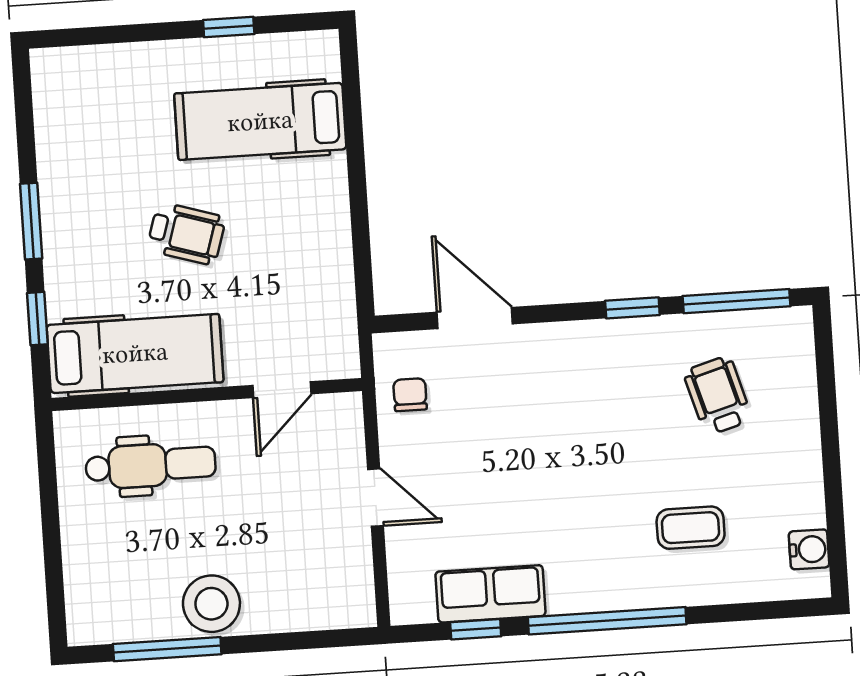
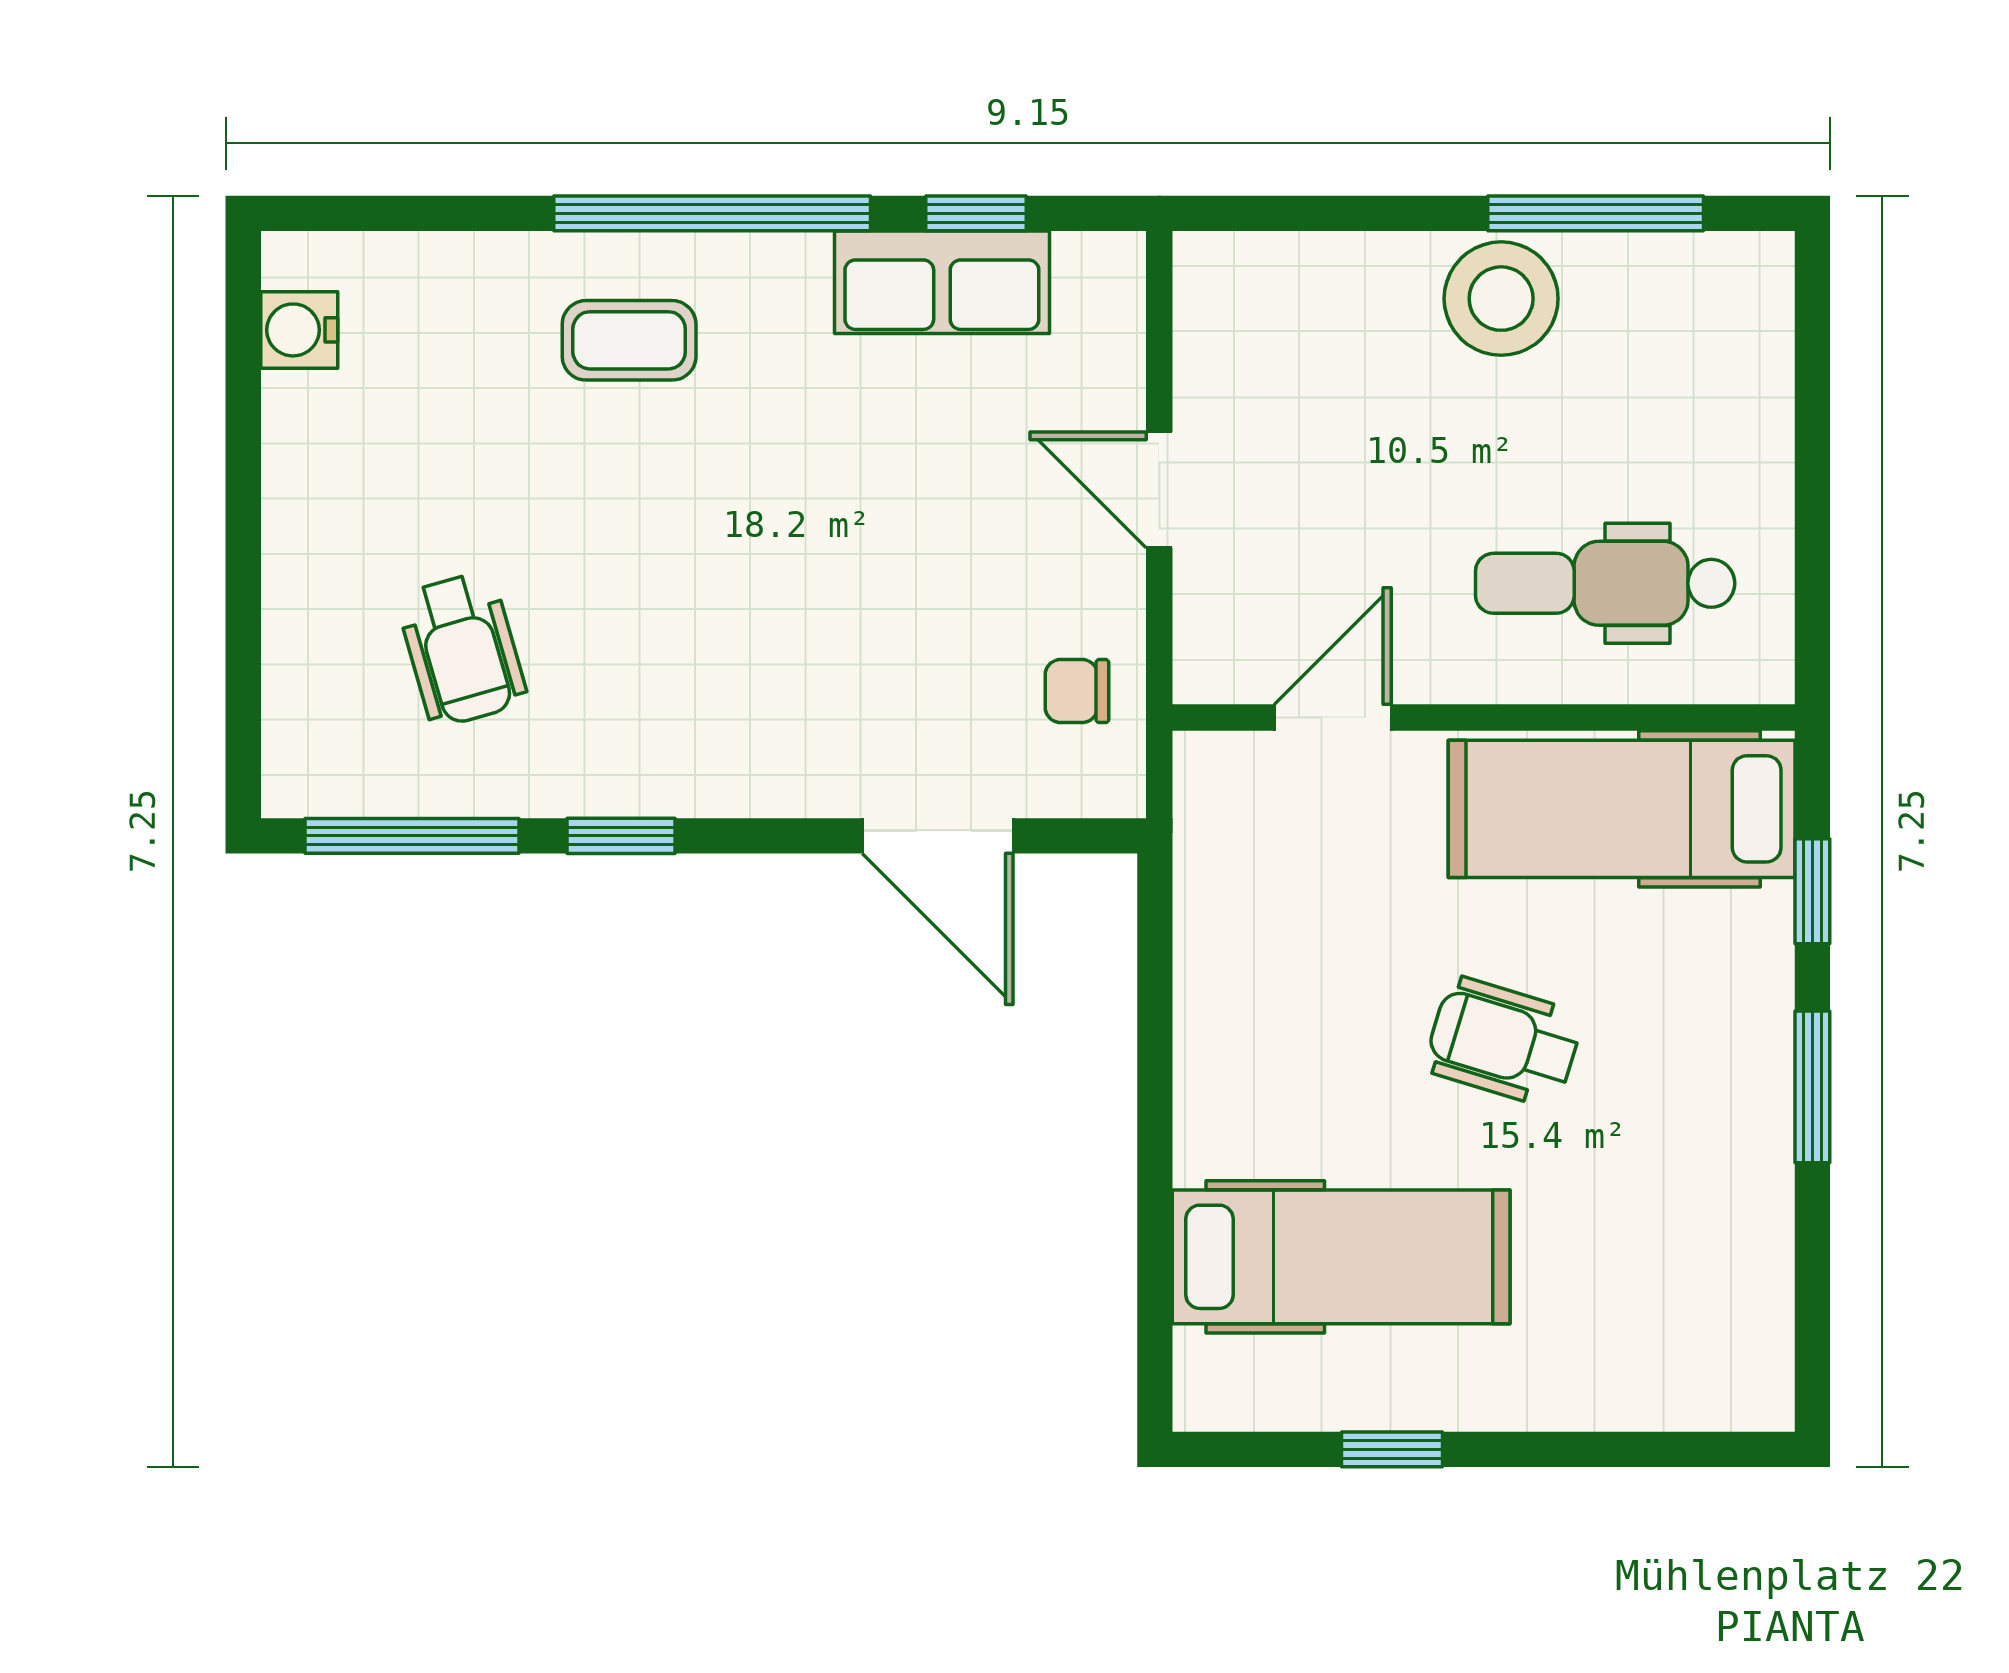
chair: (410, 395) -> (1077, 691), turned 90
coffee table: (691, 528) -> (629, 340), moved

